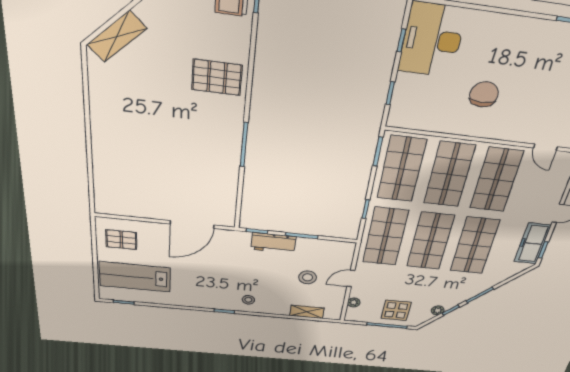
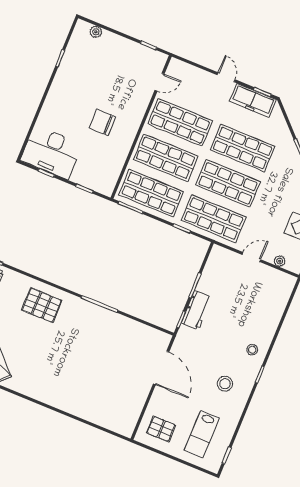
pallet: (217, 77) -> (42, 305), turned 90
pallet: (121, 240) -> (161, 429), turned 90
lab bench: (135, 277) -> (202, 434), width x0.73, depth x0.72
stool: (308, 277) -> (225, 384), moved
door: (351, 279) -> (251, 257), swing flipped
shelving: (307, 312) -> (280, 304), removed

